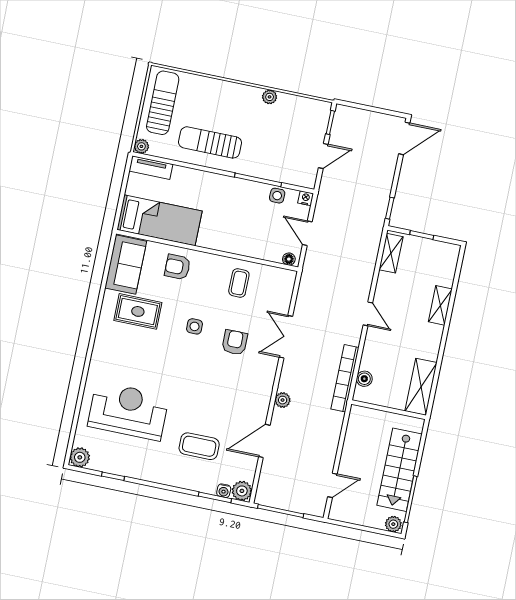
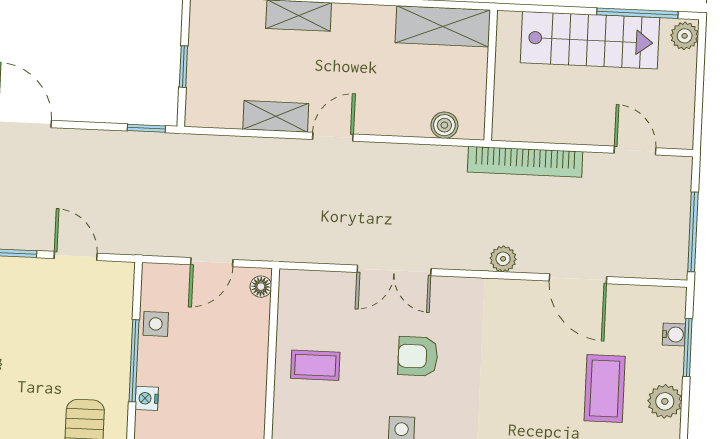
nightstand: (306, 198) -> (147, 398), moved
shelving: (391, 253) -> (276, 116), moved
bookcase: (345, 378) -> (525, 162), moved
plant: (242, 491) -> (665, 401), moved

